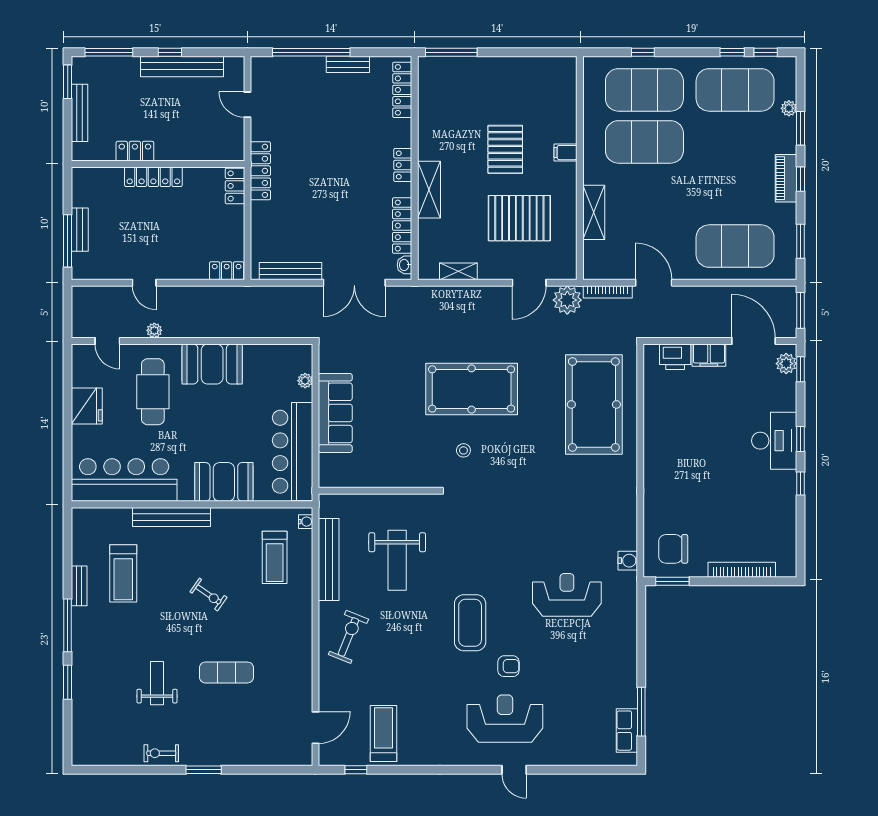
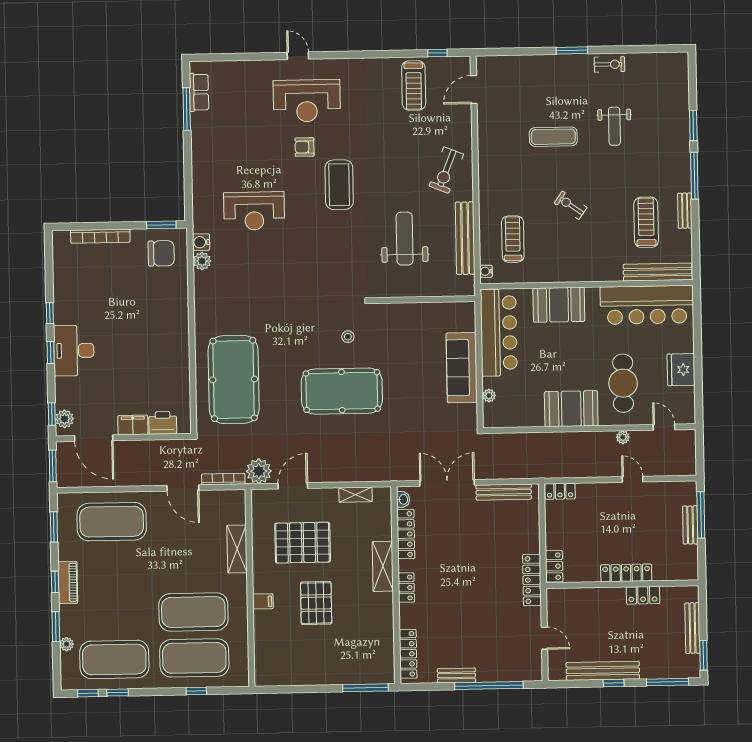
bench: (172, 517) -> (658, 272), moved
plant: (627, 539) -> (202, 261), added

